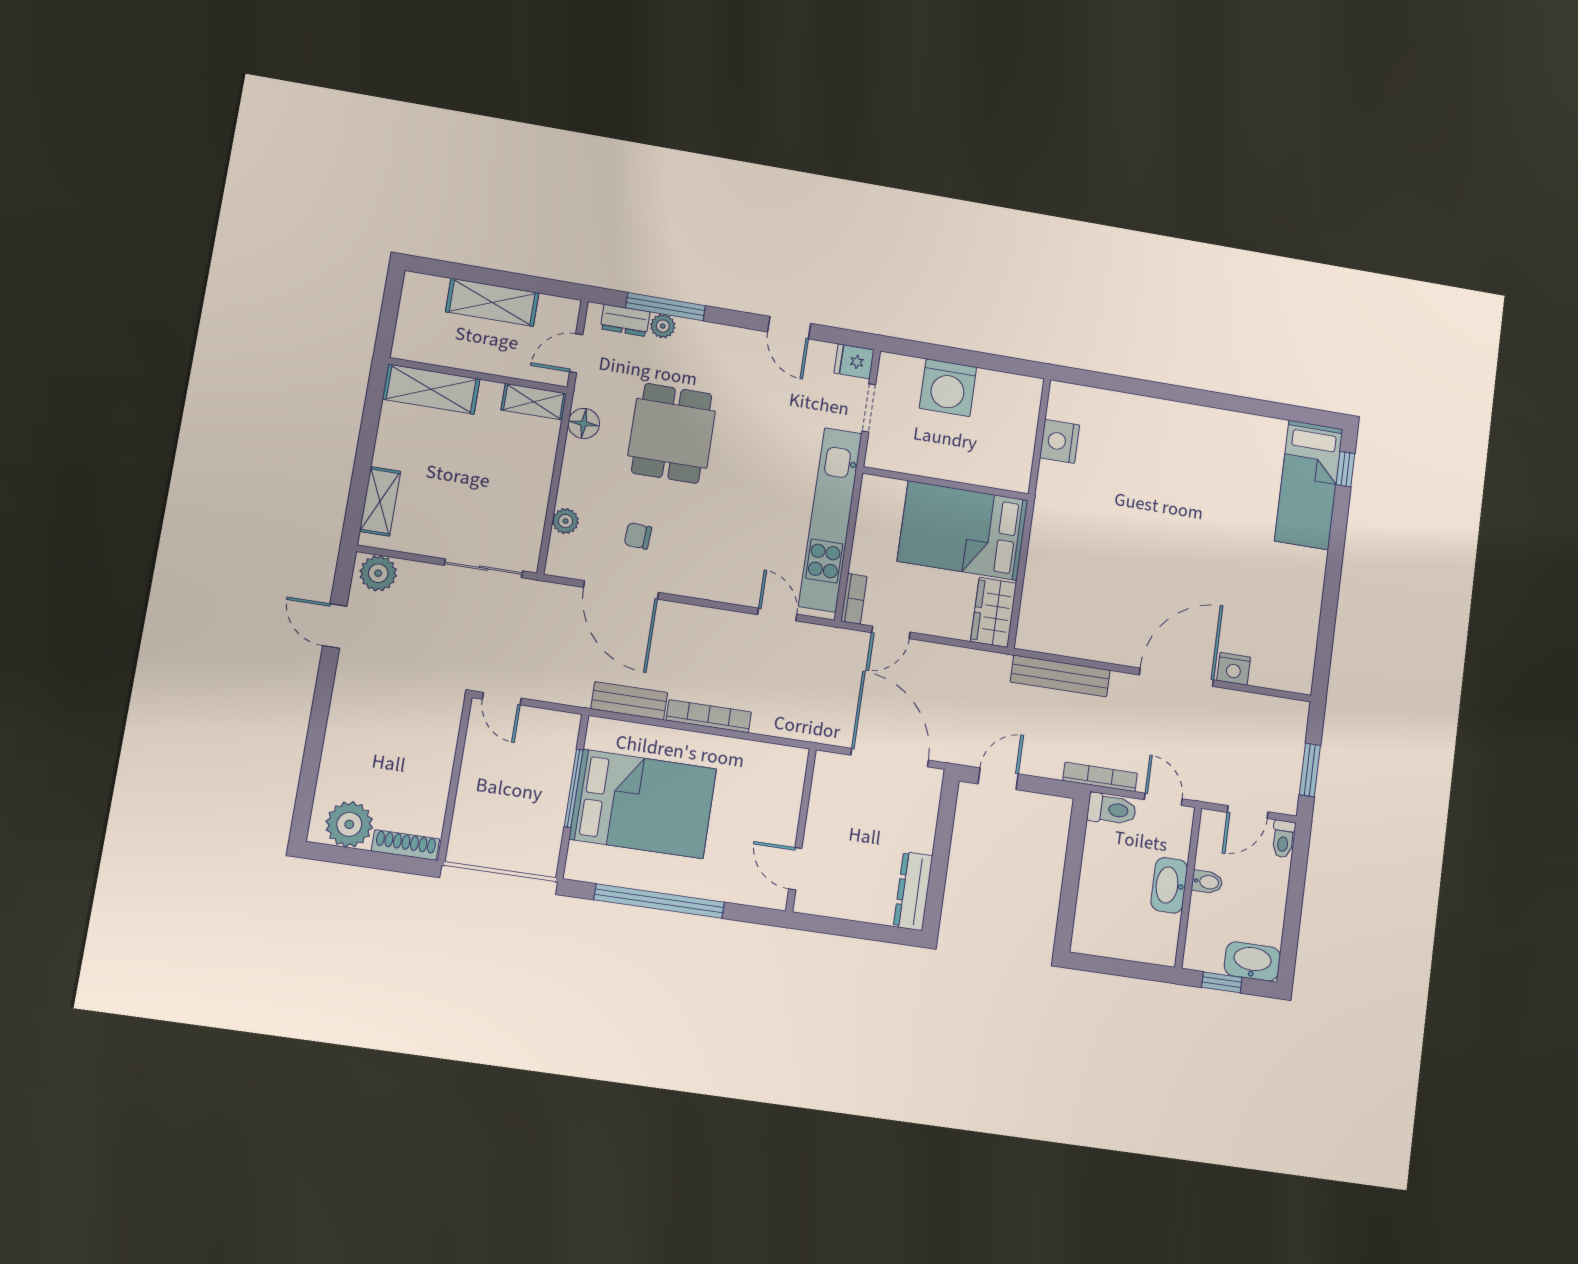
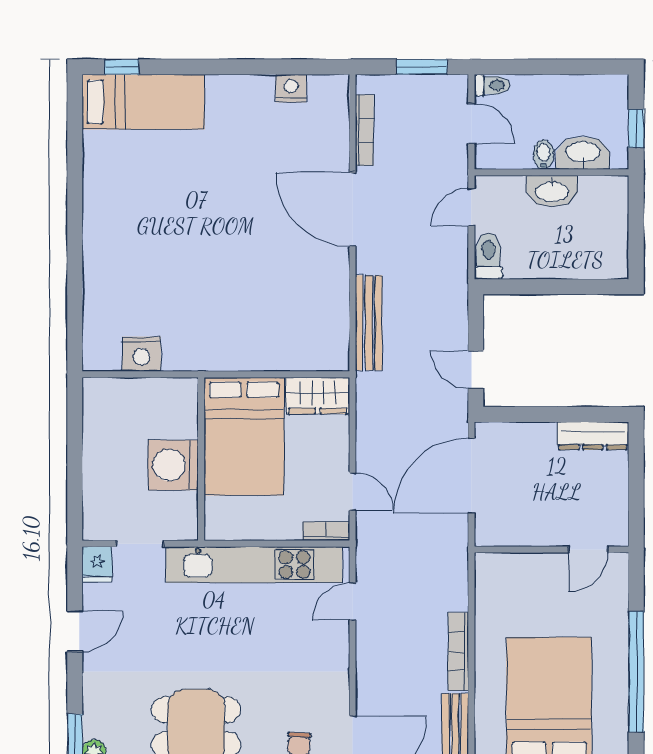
washing machine: (948, 388) -> (173, 465), moved, turned 180
nightstand: (1234, 669) -> (291, 88), moved, turned -90
bookcase: (1100, 777) -> (365, 130), moved, turned 180
washbasin: (1252, 961) -> (583, 153), moved, turned 90

